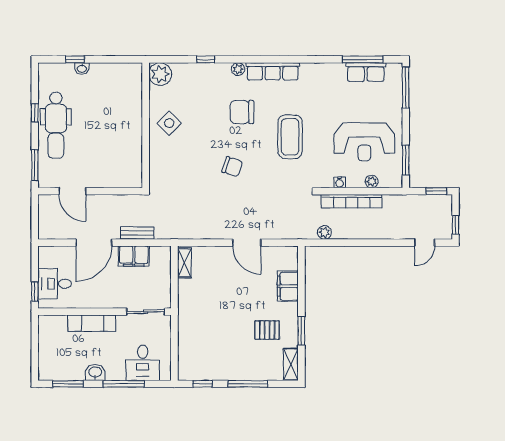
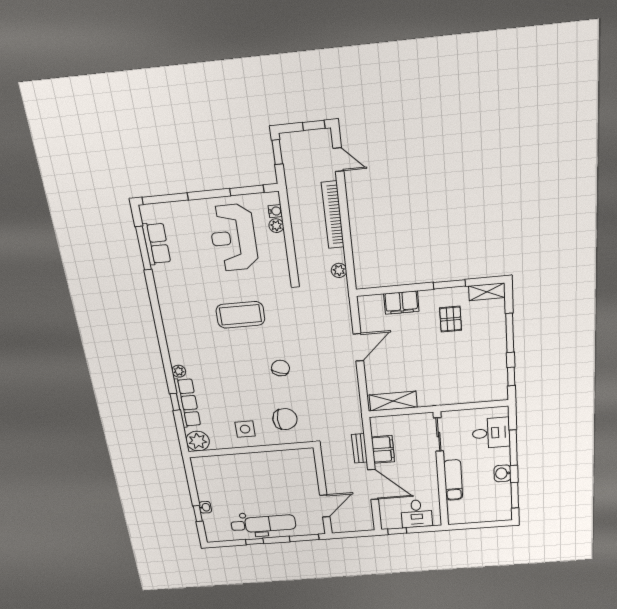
row of seats: (273, 71) -> (187, 403), moved
chair: (242, 112) -> (285, 419), moved, turned -90
side table: (169, 123) -> (245, 429), turned 45
reception desk: (364, 142) -> (233, 238), turned 180
water cooler: (340, 182) -> (275, 211), moved
bookcase: (352, 201) -> (333, 215), moved, turned 180
shelving: (184, 263) -> (393, 401), width x1.50, depth x1.33
window: (35, 292) -> (397, 531), moved

